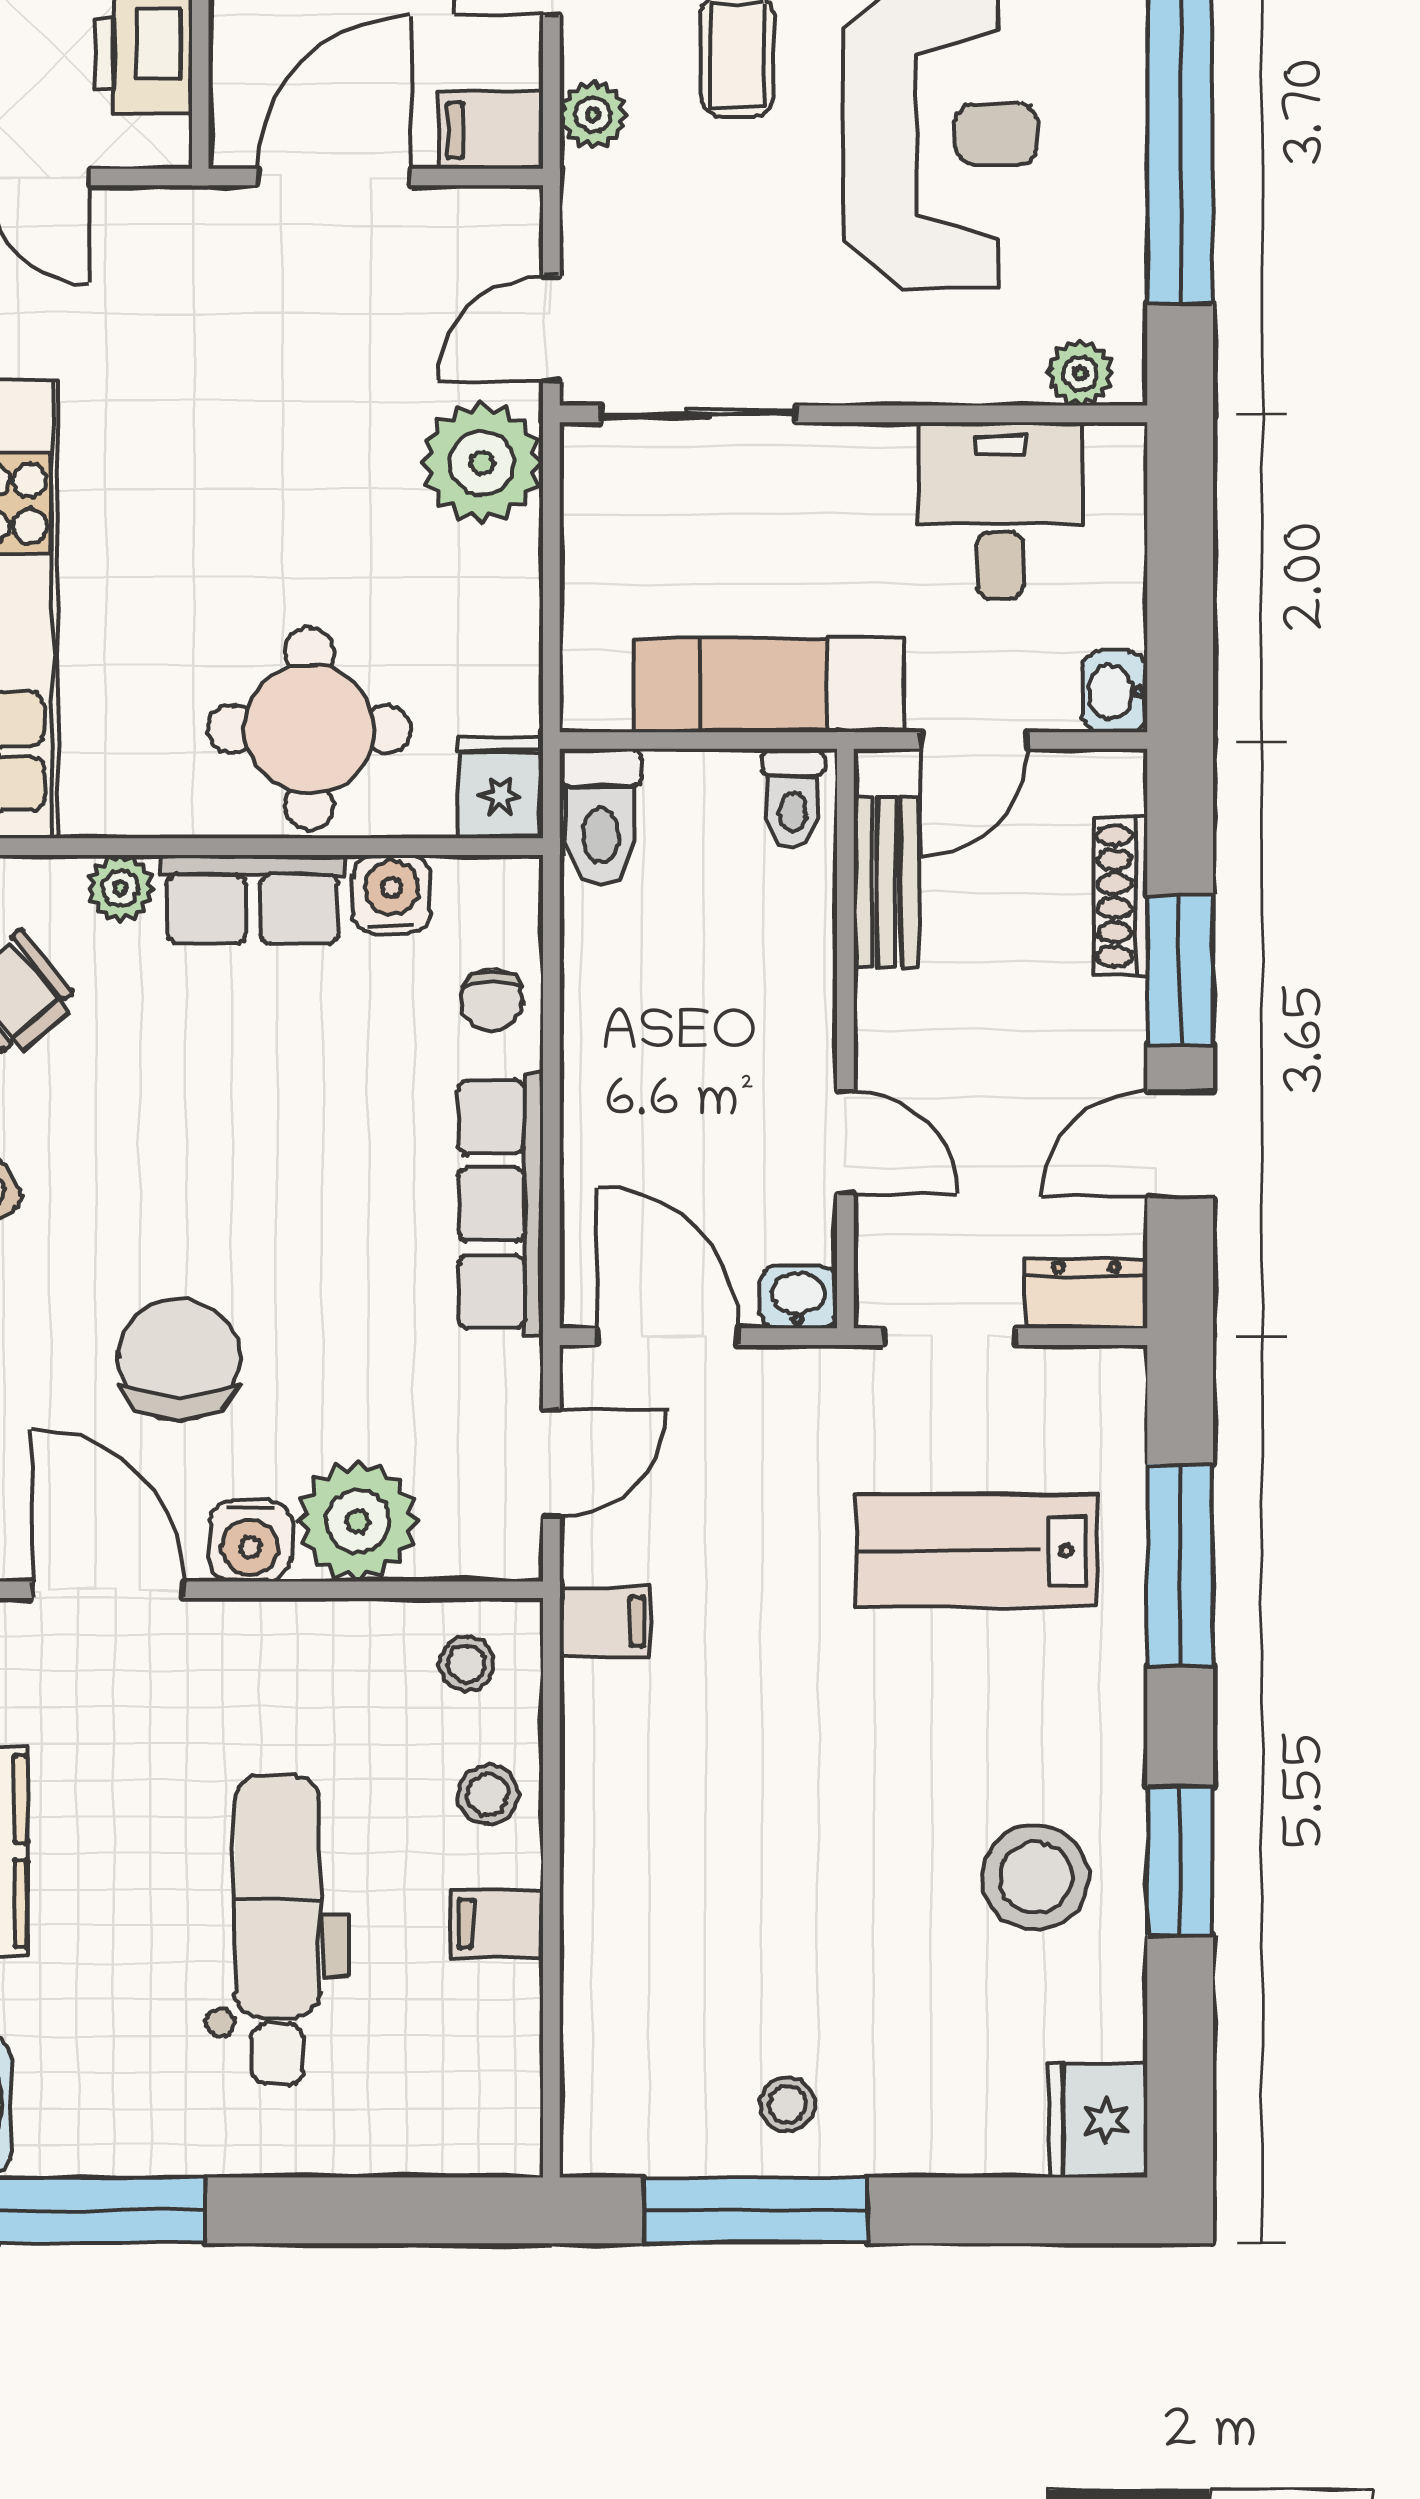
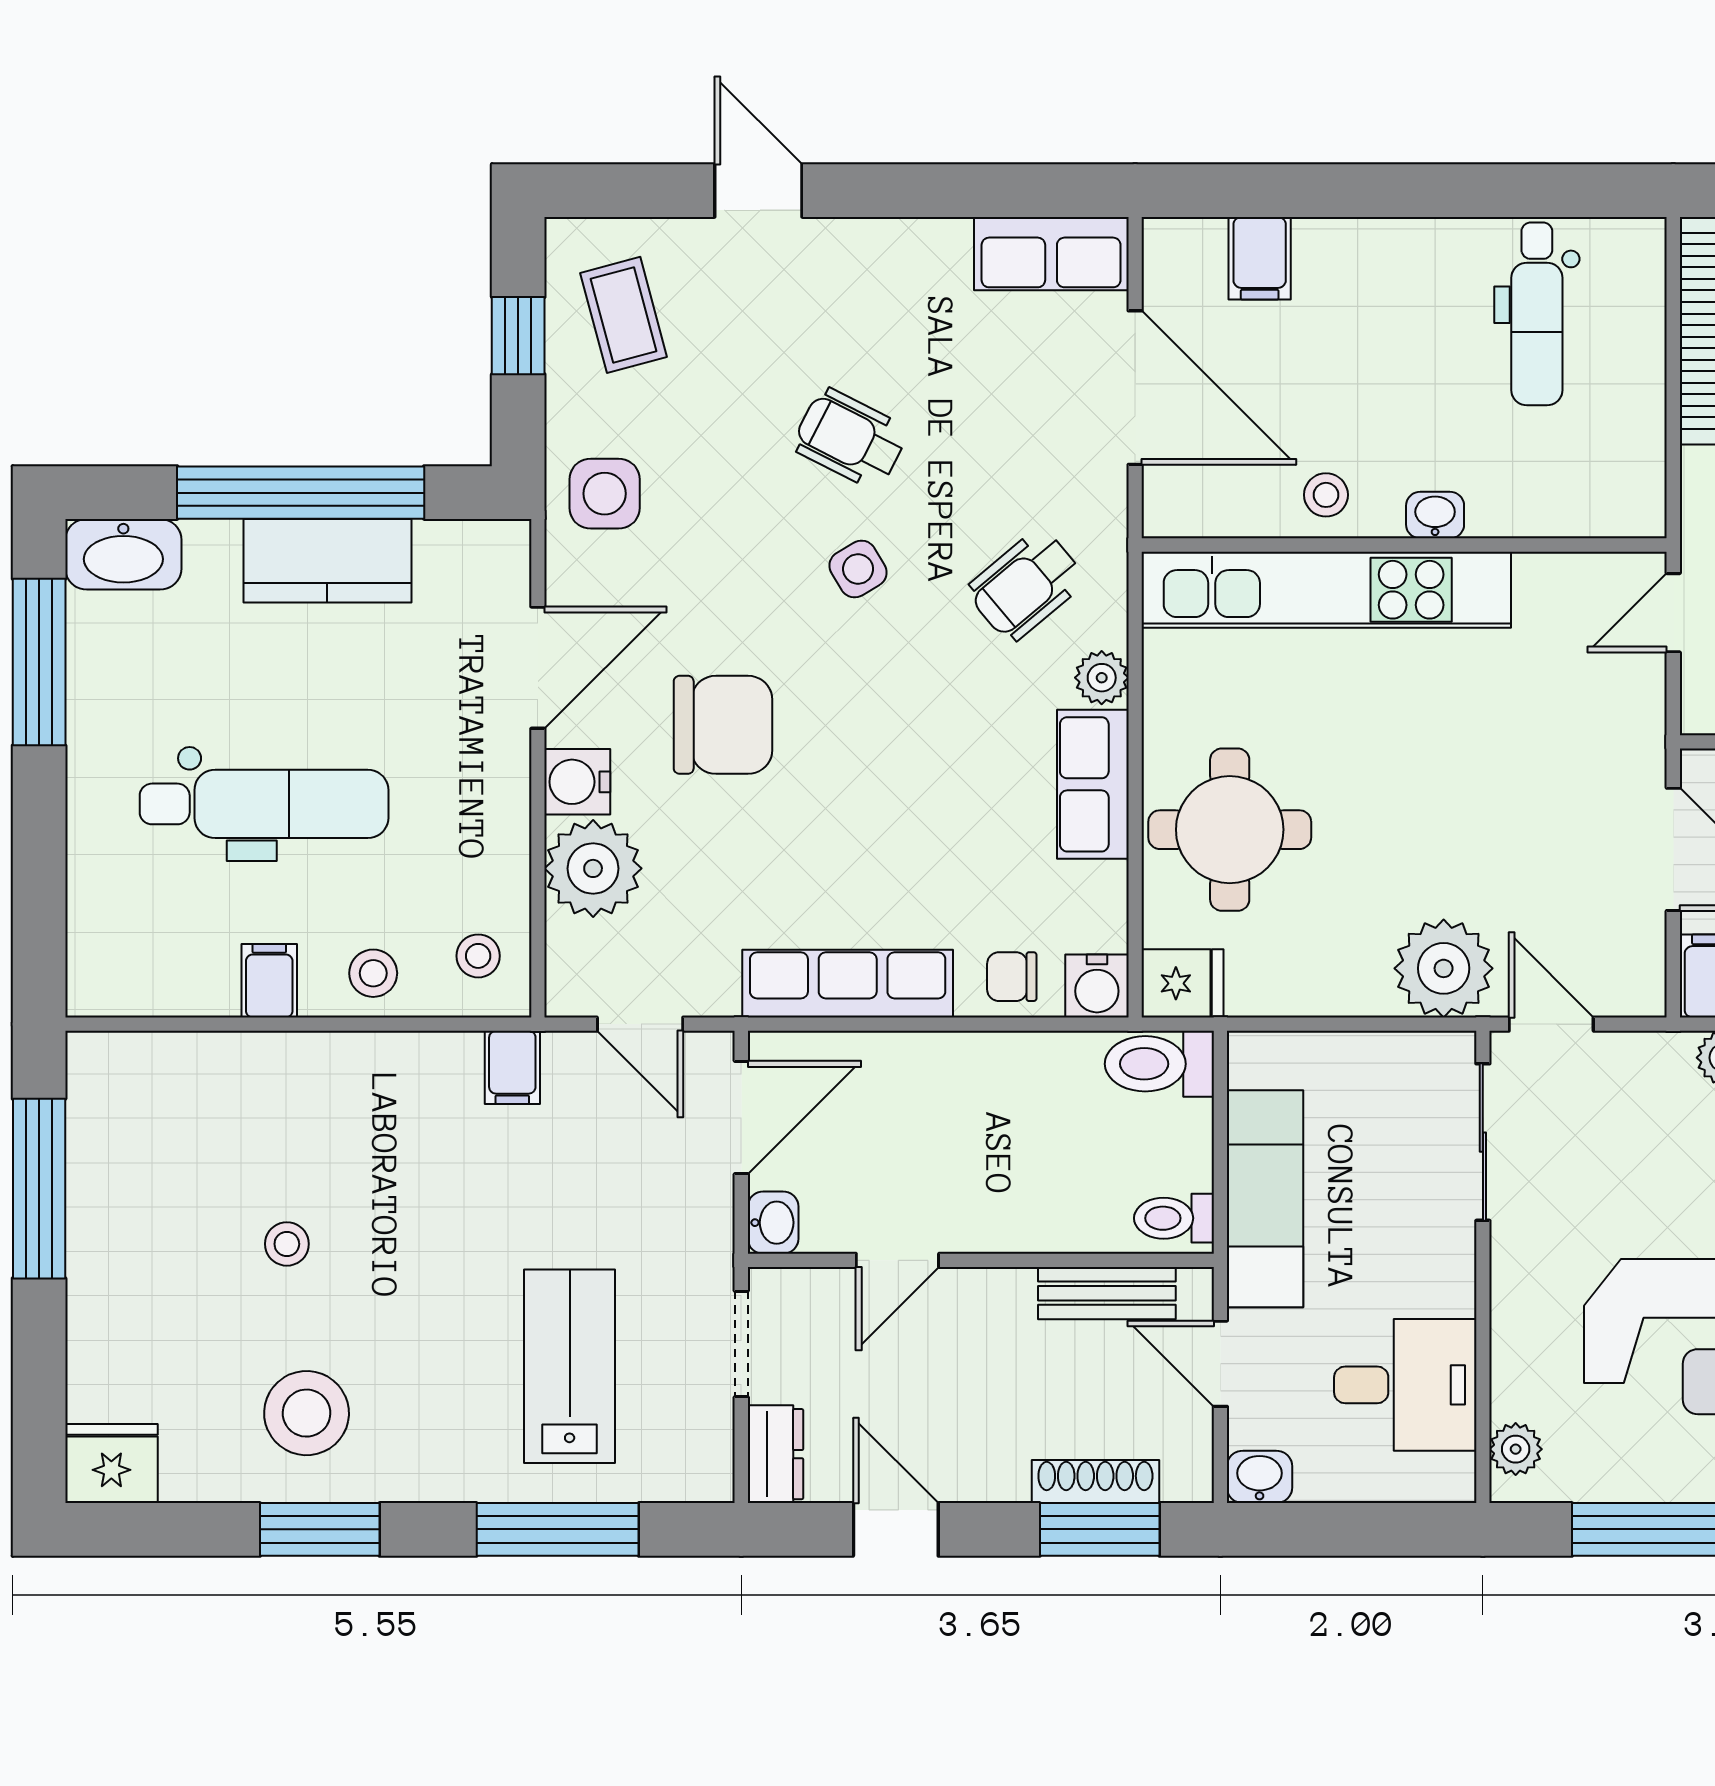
water cooler: (392, 894) -> (1097, 986), moved, turned 90
window: (1180, 970) -> (1100, 1529), moved
stool: (788, 2104) -> (287, 1244), moved

